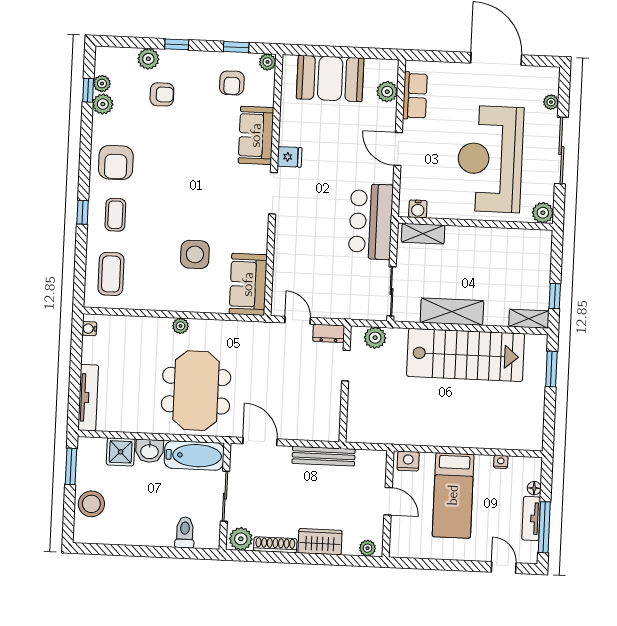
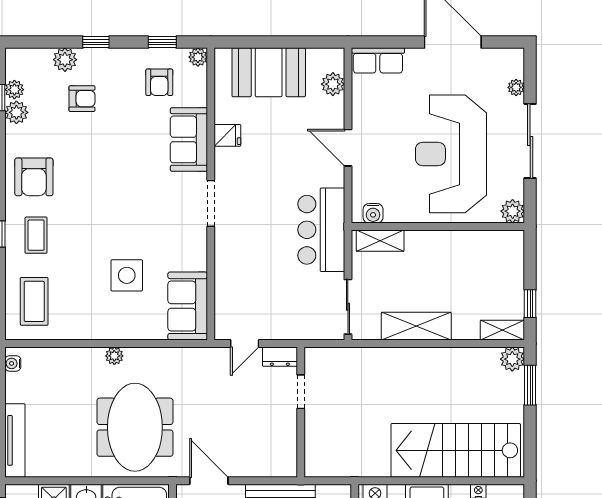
row of seats: (415, 96) -> (378, 60), moved, turned 90
fridge: (290, 157) -> (227, 135), moved
door: (298, 320) -> (245, 343), swing flipped
plant: (375, 338) -> (512, 359), moved
stairs: (466, 355) -> (456, 450), moved, turned 180

